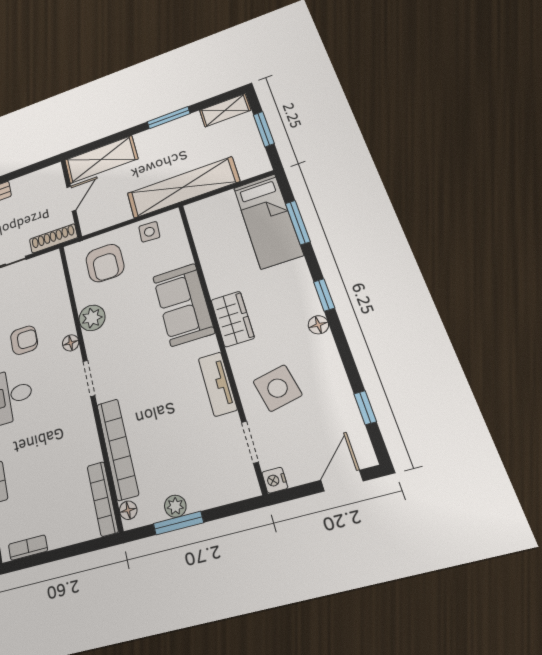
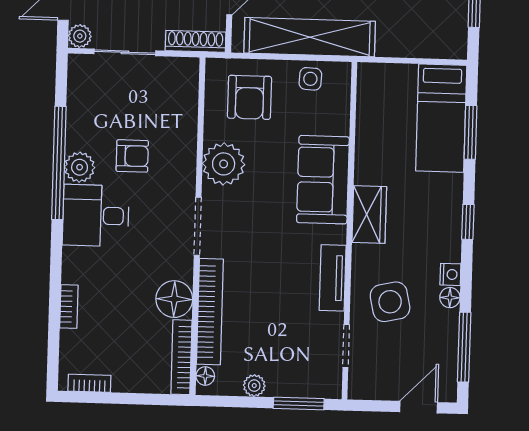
shelving: (183, 187) -> (310, 37), moved
plant: (92, 318) -> (224, 164), width x1.36, depth x1.36
floor lamp: (318, 325) -> (450, 298), moved
floor lamp: (71, 343) -> (174, 299), moved, width x1.89, depth x1.89
doorway: (89, 378) -> (198, 226), width x1.38
window: (365, 408) -> (464, 347), width x2.17
nightstand: (275, 480) -> (450, 274), moved, turned 180
window: (178, 523) -> (299, 404), moved

